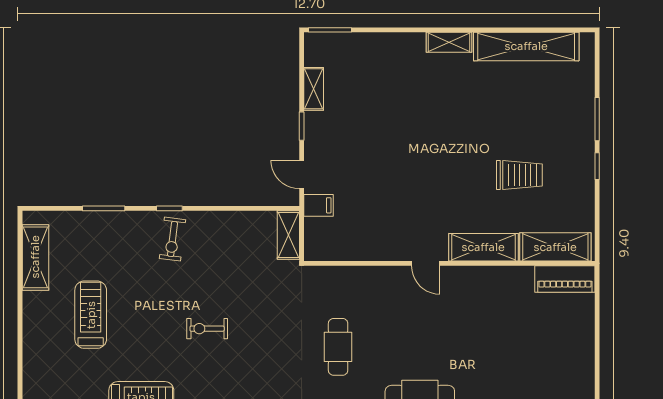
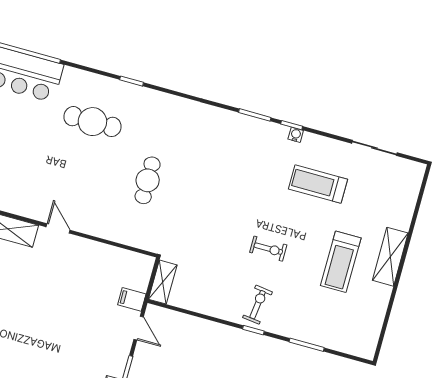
shelving: (35, 257) -> (390, 257), moved
exercise bike: (207, 329) -> (268, 249), moved

